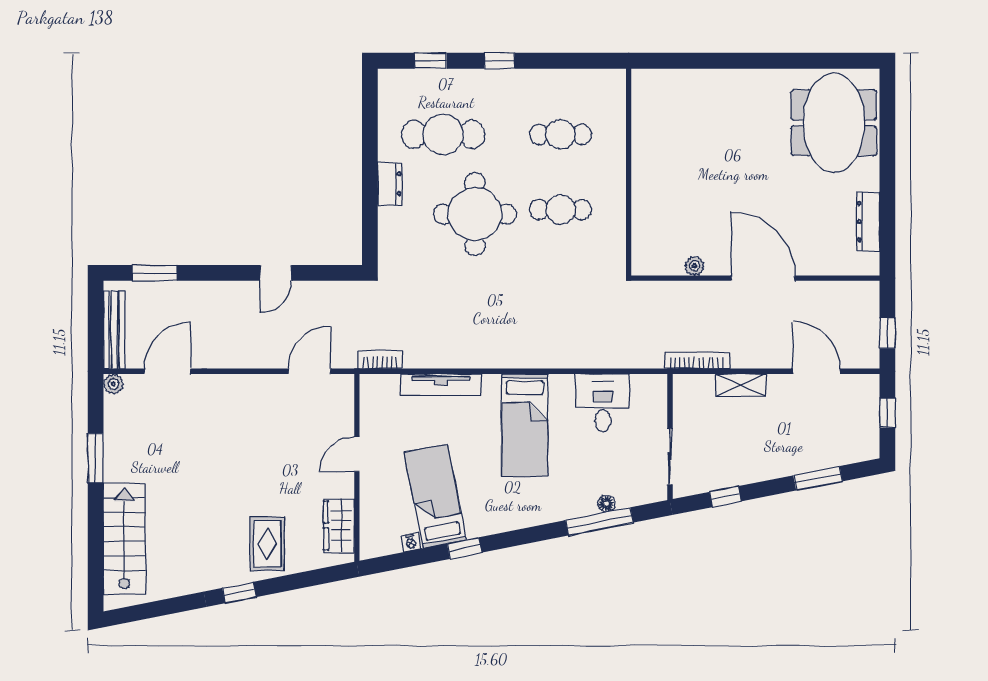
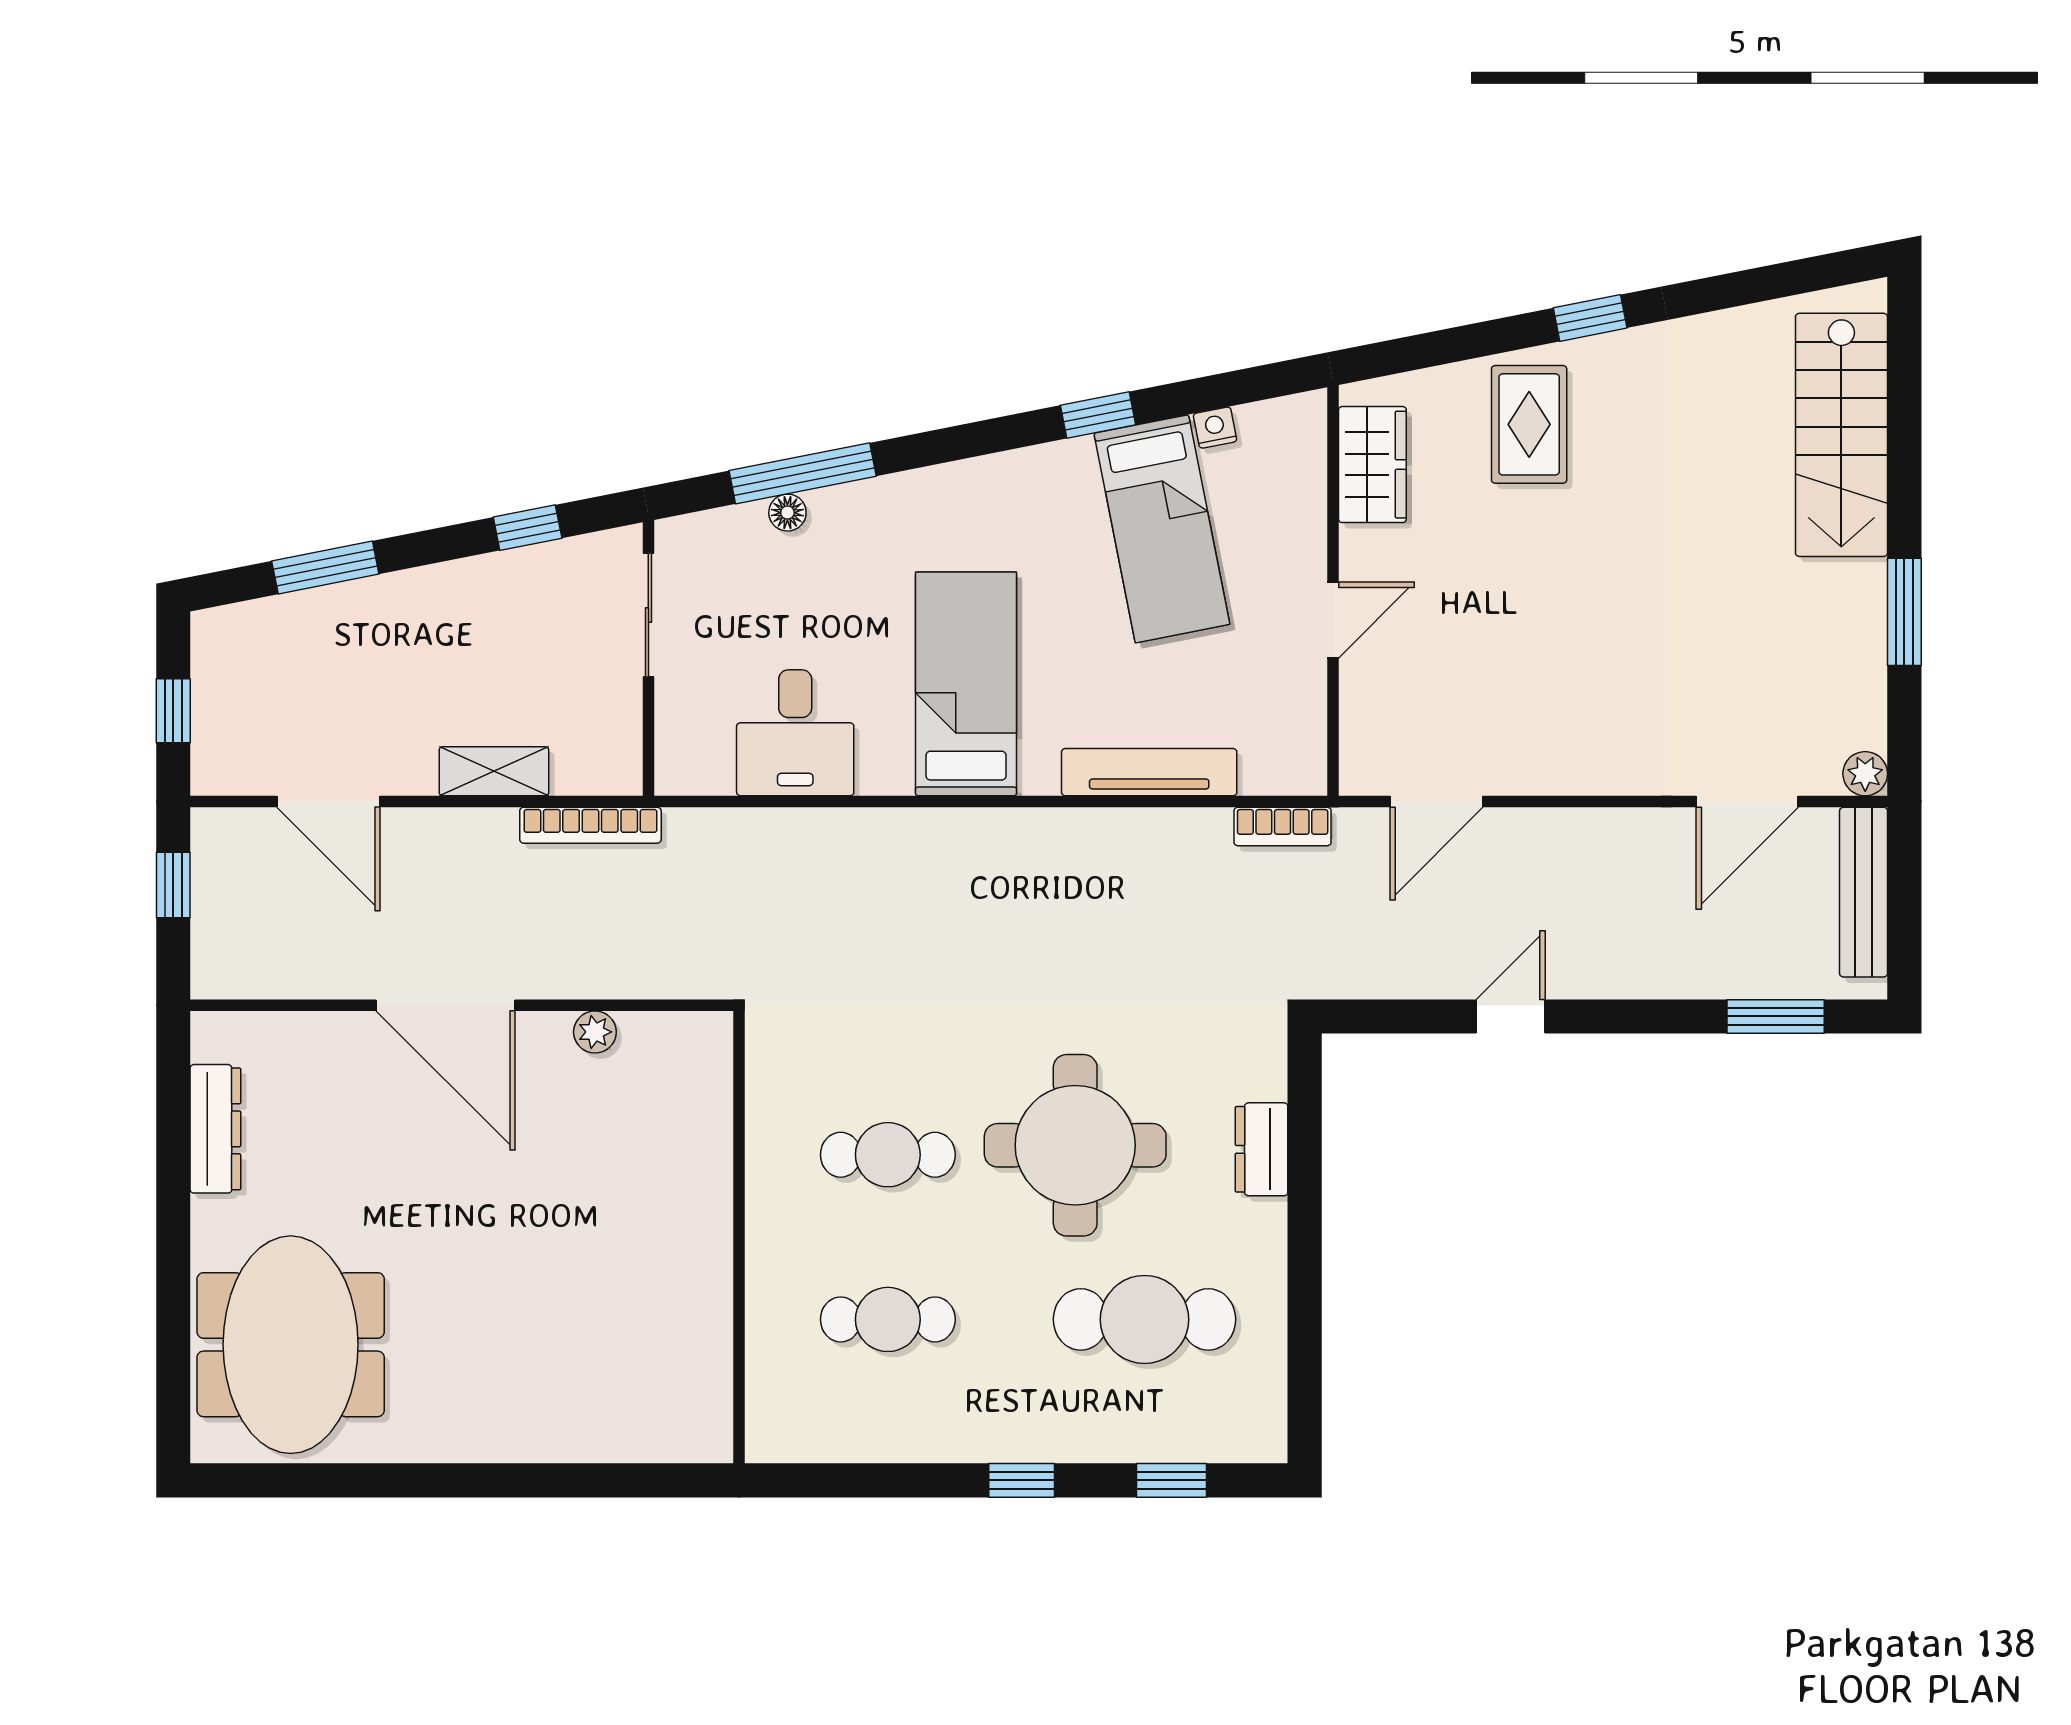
dresser: (390, 184) -> (1261, 1149), moved

